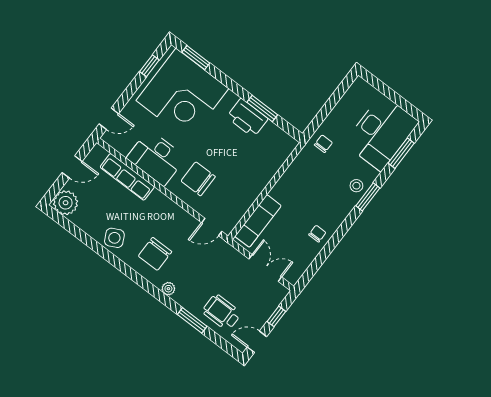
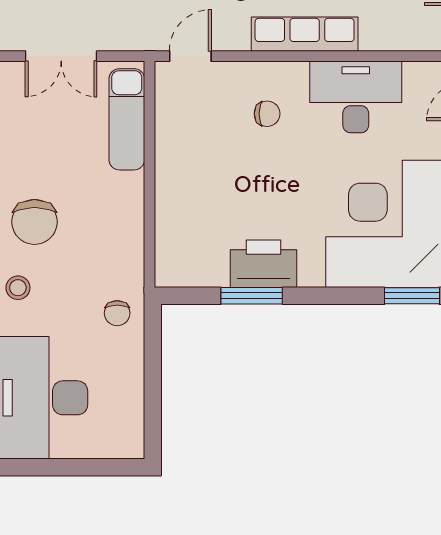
row of seats: (127, 177) -> (305, 34), moved
chair: (198, 179) -> (267, 114), width x0.54, depth x0.54
chair: (317, 234) -> (34, 222), moved, width x1.87, depth x1.87

